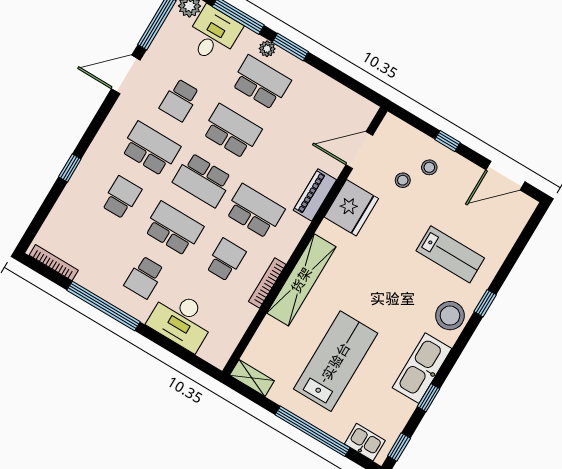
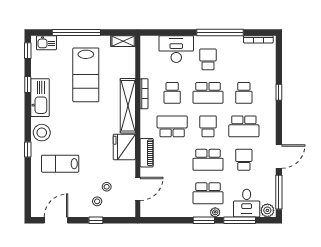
school desk: (203, 180) -> (208, 126), width x0.54
fridge: (351, 208) -> (124, 147), moved
school desk: (255, 211) -> (172, 126), turned 180

